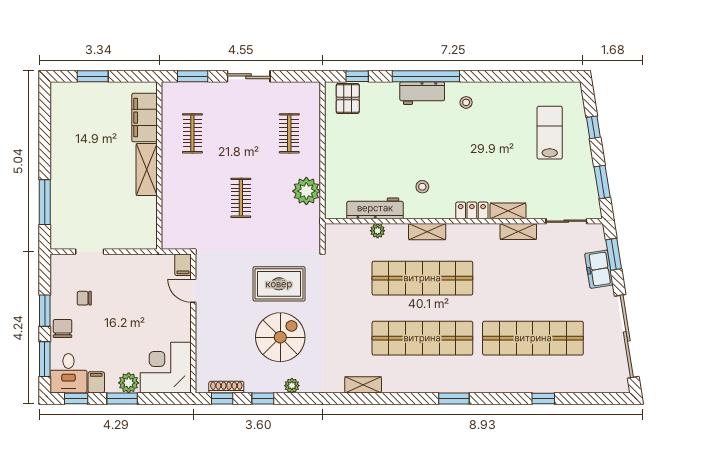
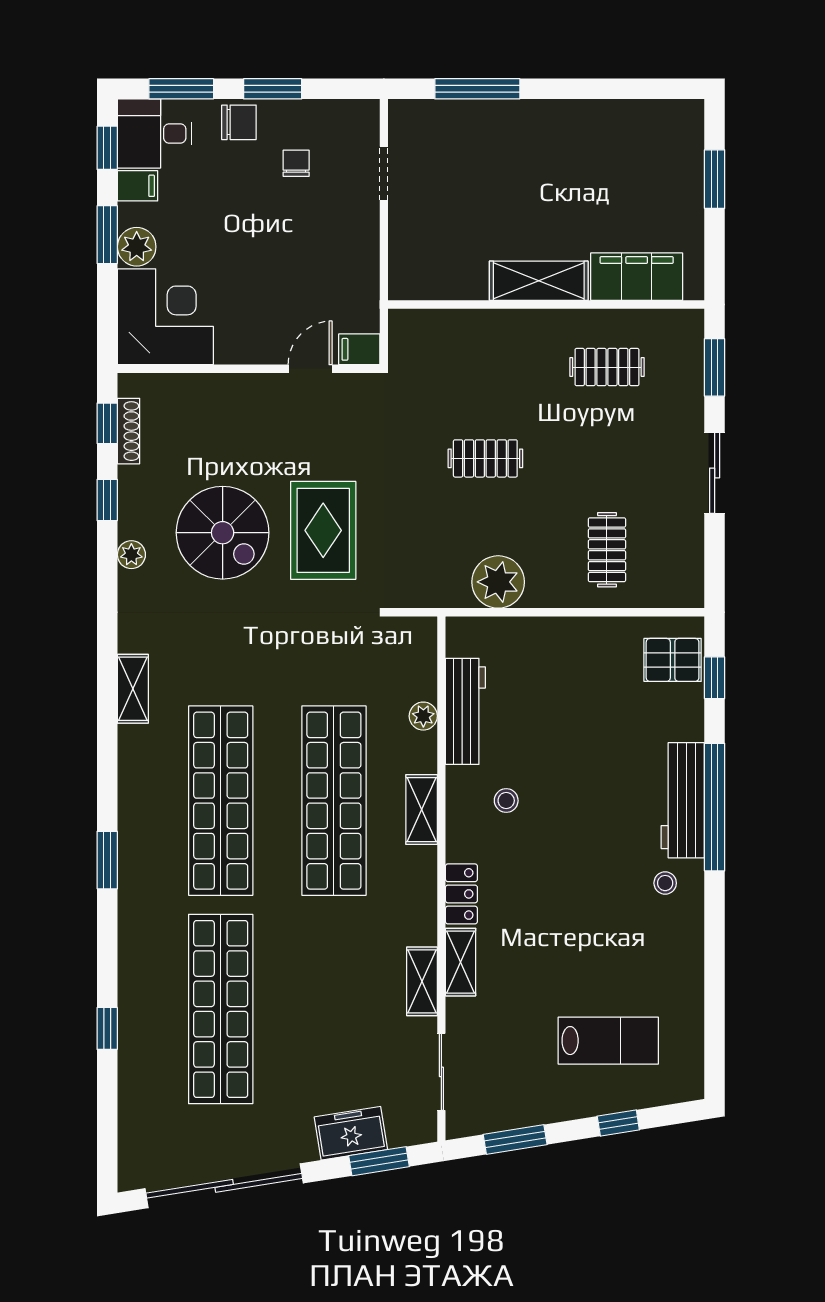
workbench: (422, 93) -> (683, 800), width x1.38
clothes rail: (289, 133) -> (607, 550), turned 90

